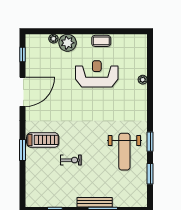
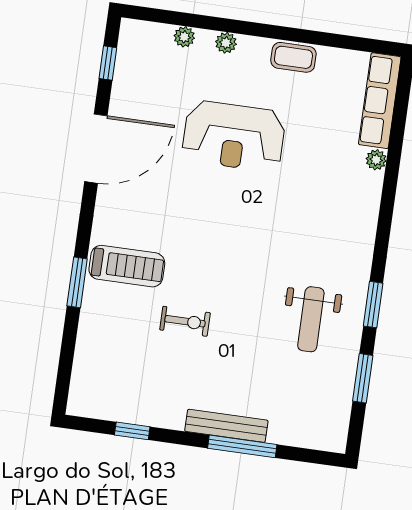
plant: (68, 43) -> (226, 43), width x0.53, depth x0.53
row of seats: (141, 54) -> (380, 101), added
reception desk: (97, 74) -> (234, 136), moved, turned 180
weight bench: (124, 152) -> (311, 319), width x0.73, depth x0.75

